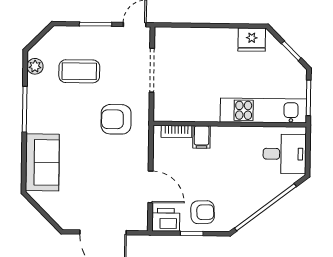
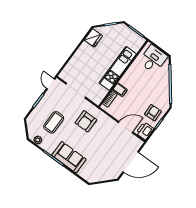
kitchen unit: (263, 111) -> (118, 68), moved
sofa: (42, 162) -> (69, 157), moved

